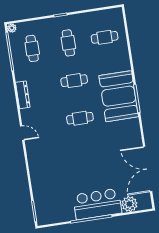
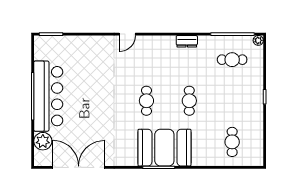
cafe table: (68, 43) -> (232, 101), removed
dresser: (23, 95) -> (187, 41), width x0.70
door: (22, 133) -> (127, 34), moved
bar counter: (97, 204) -> (48, 96), width x1.36

